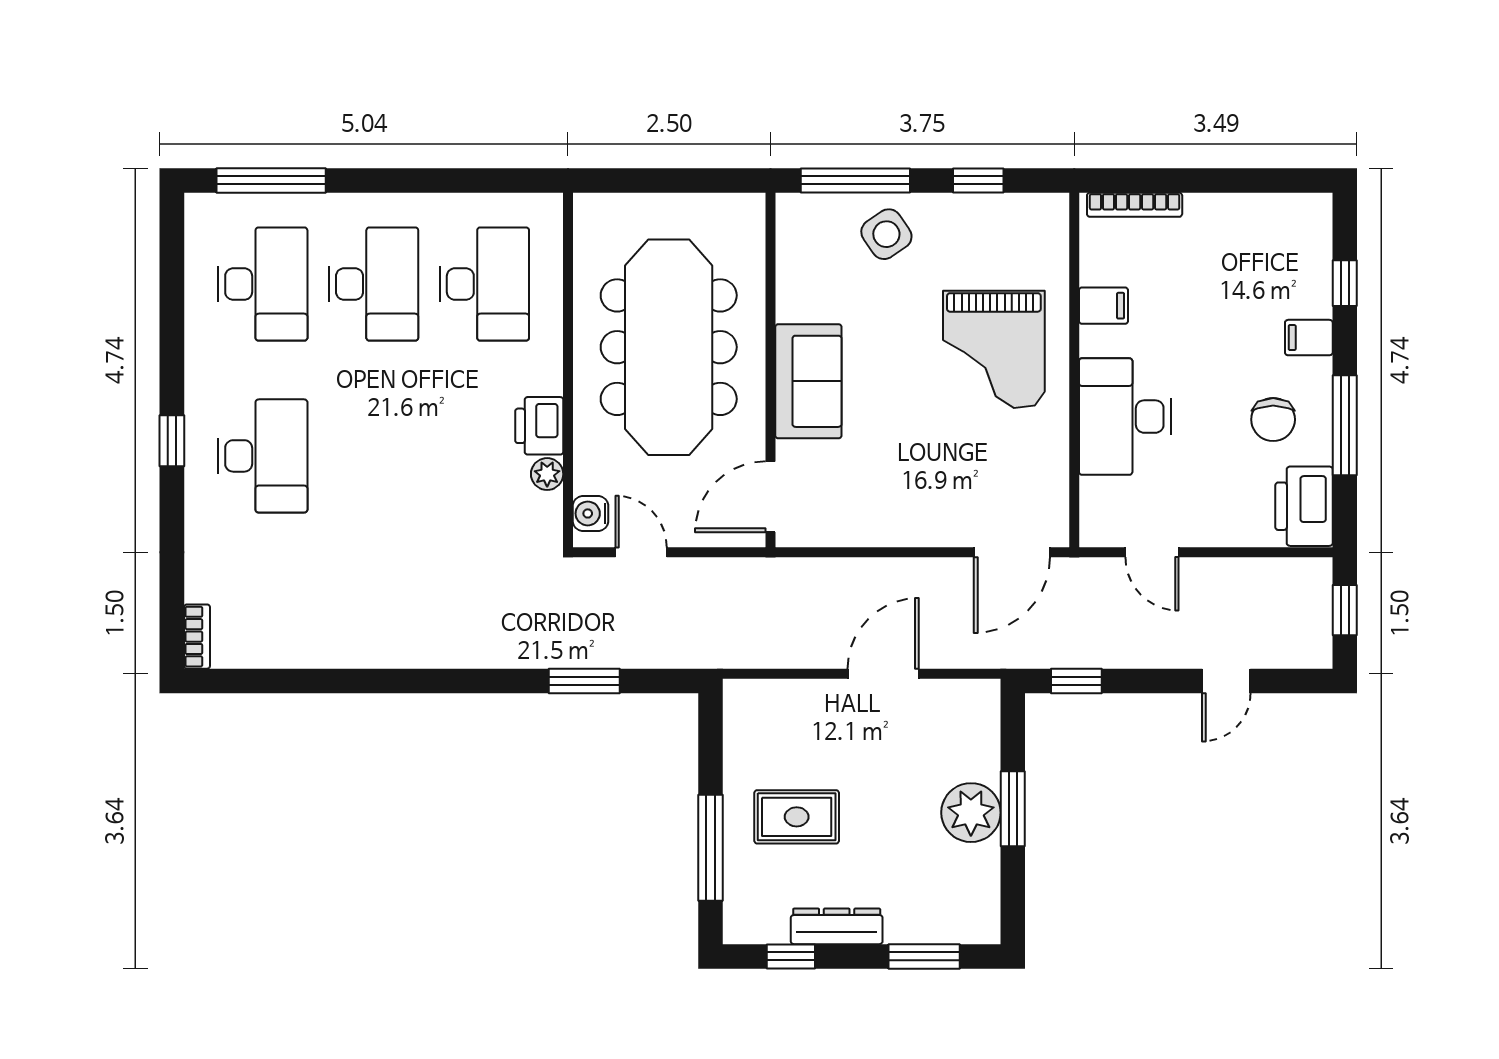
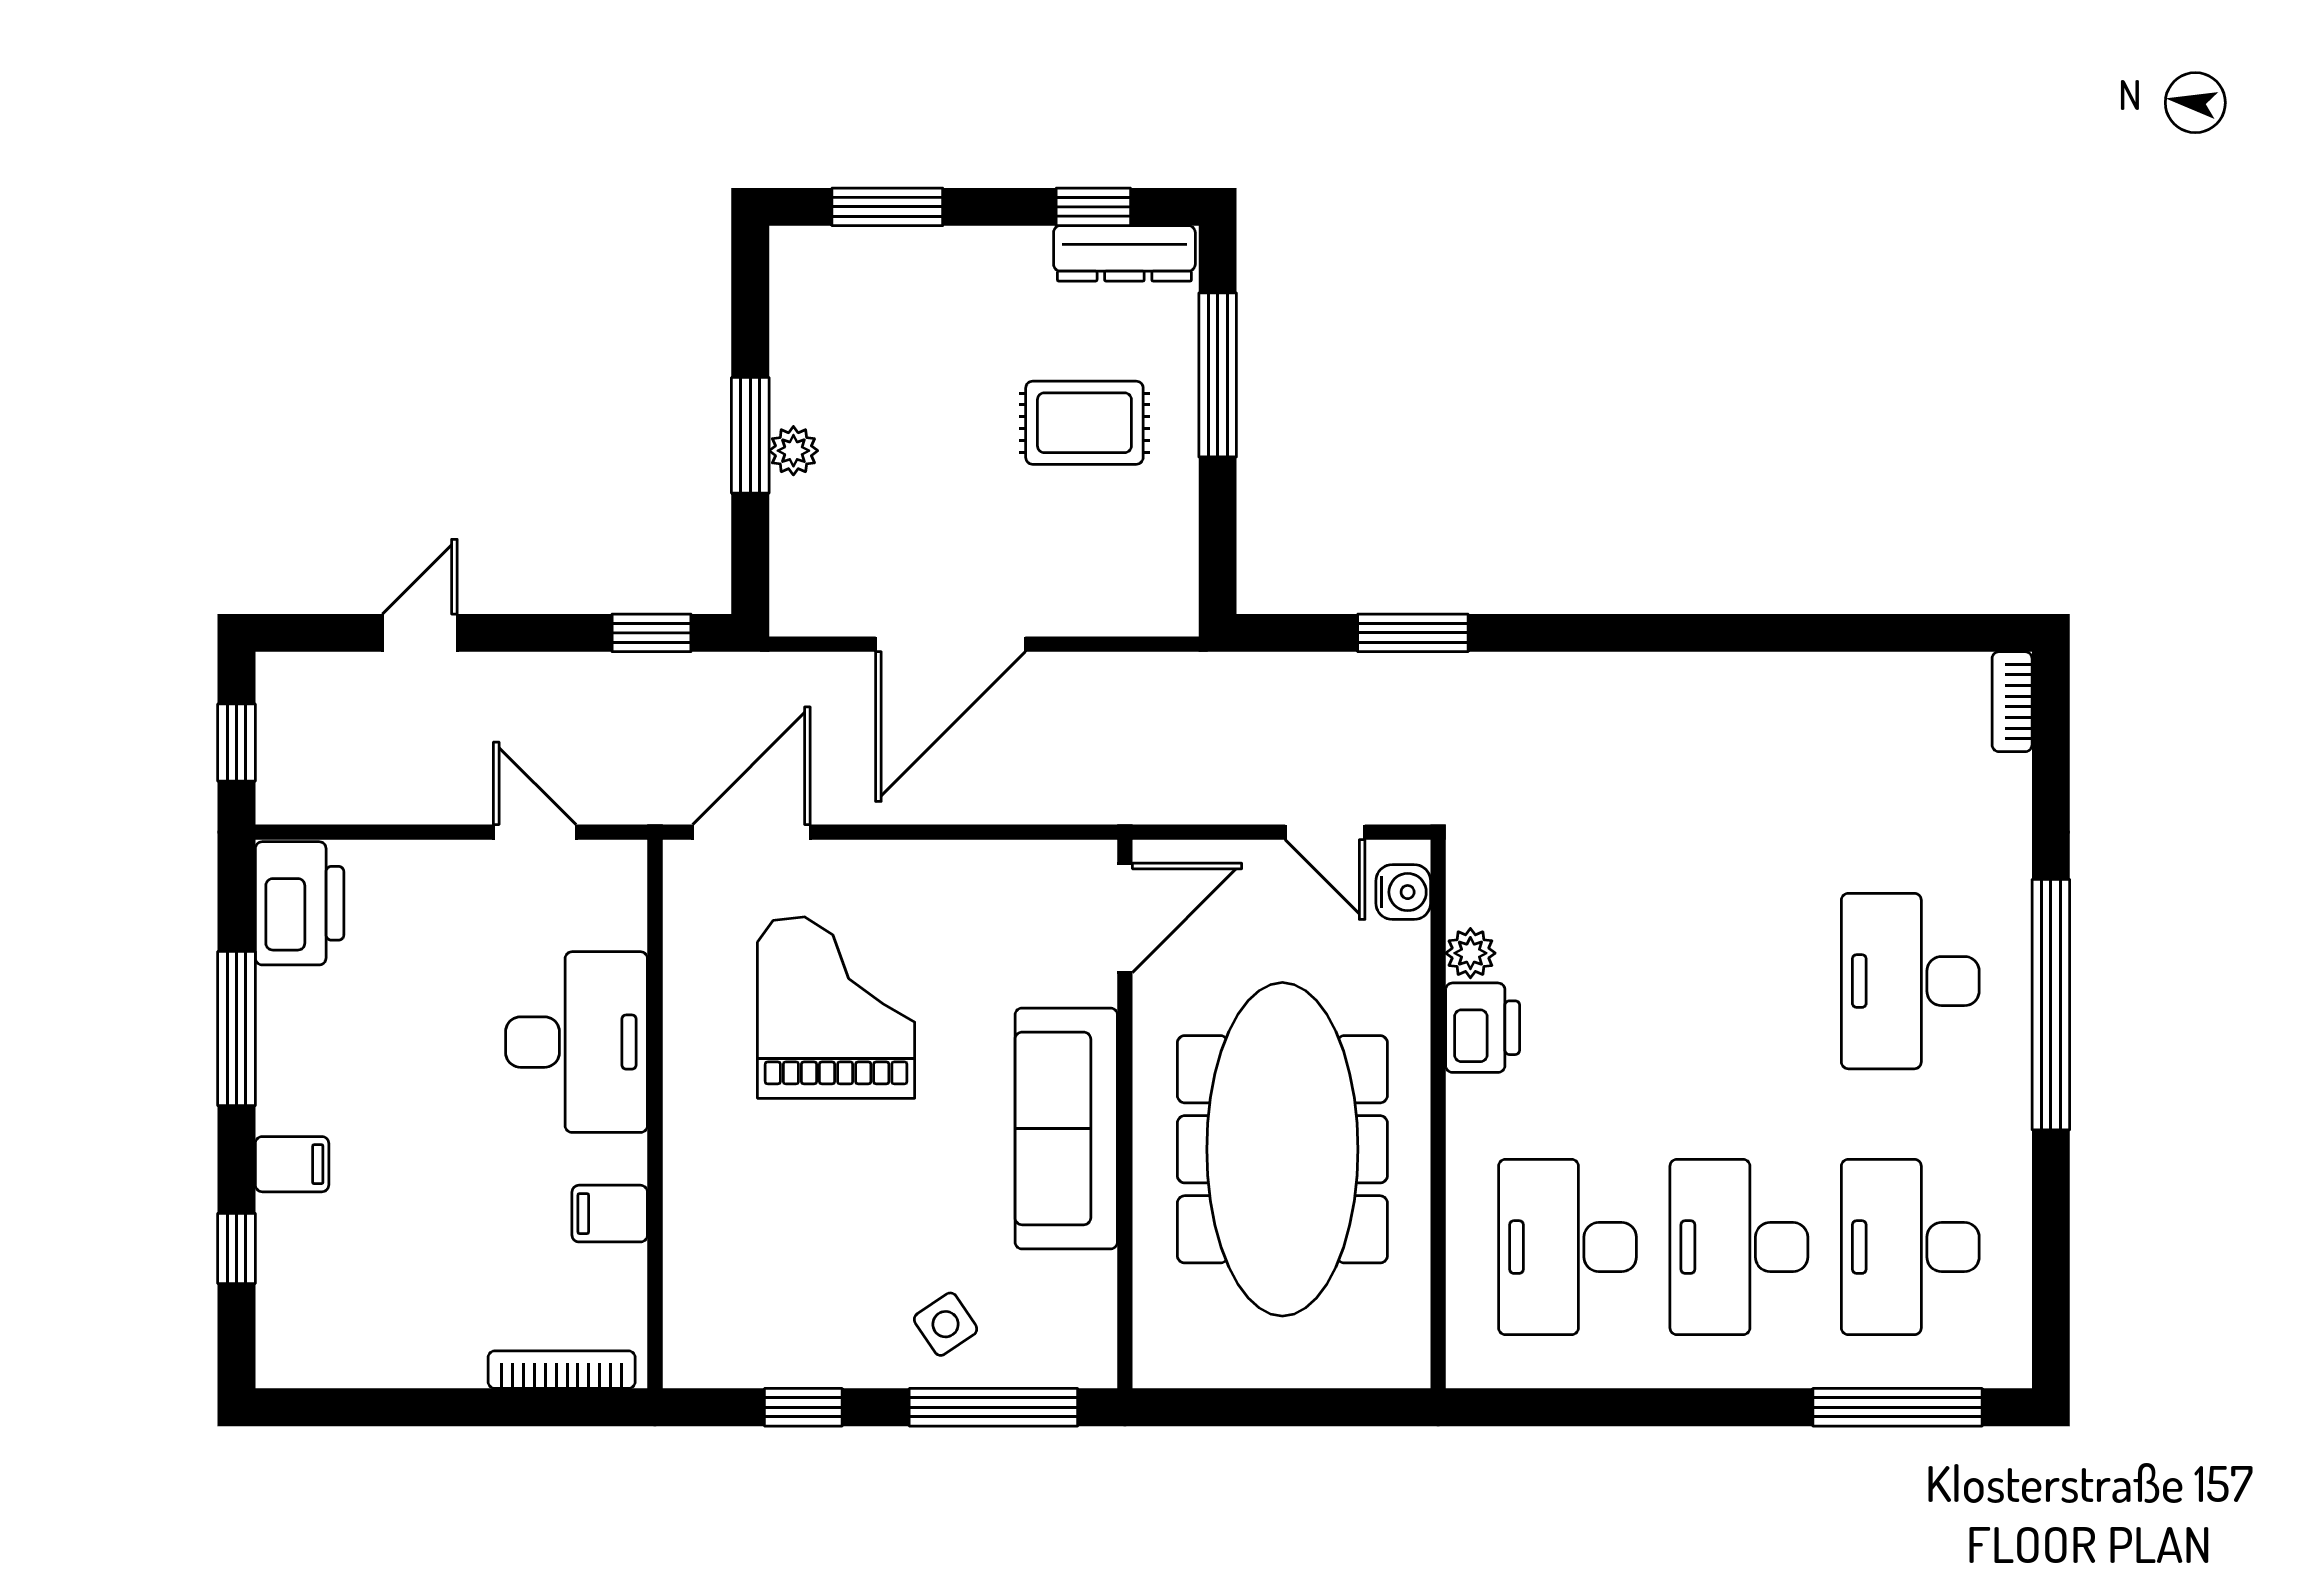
side table: (886, 234) -> (946, 1324), width x0.73, depth x0.73
grand piano: (994, 349) -> (836, 1008), moved
sofa: (808, 381) -> (1066, 1128), width x1.36
chair: (1273, 420) -> (347, 1037), removed
window: (172, 441) -> (2051, 1005), width x3.17
door: (883, 674) -> (950, 644), width x1.36
plant: (971, 813) -> (793, 451), width x0.53, depth x0.53
dresser: (837, 926) -> (1124, 253), moved

